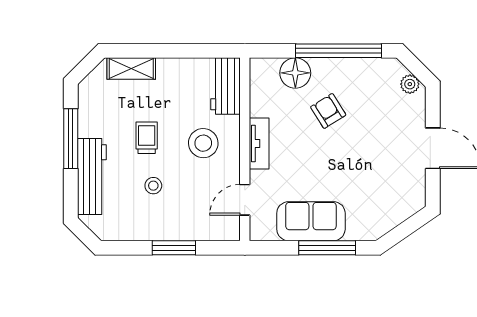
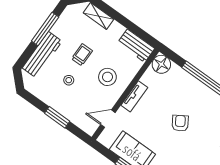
floor lamp: (295, 73) -> (161, 64), moved
workbench: (226, 86) -> (136, 46), moved, turned -90
armchair: (328, 111) -> (180, 123), moved

